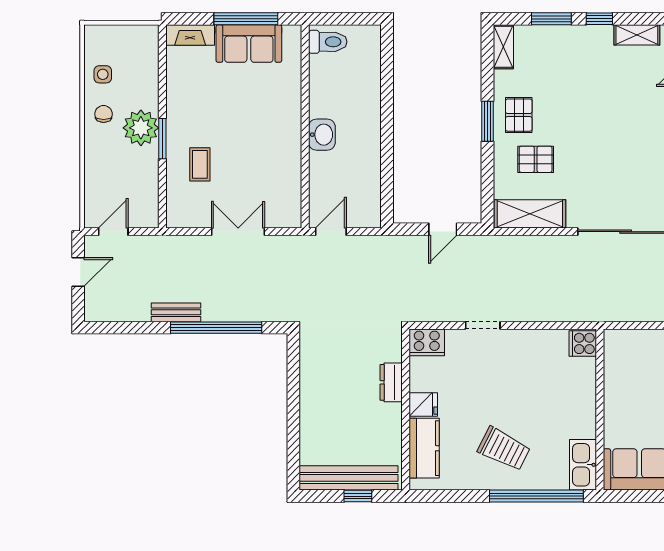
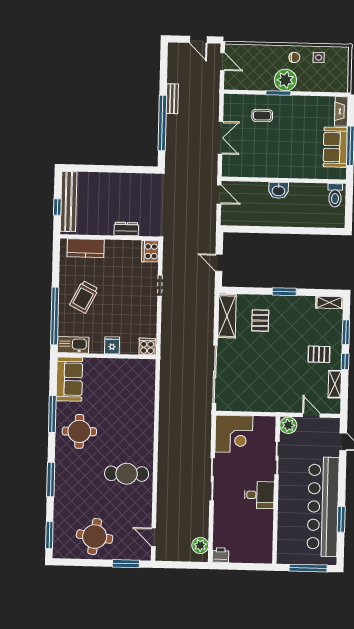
pallet: (519, 115) -> (319, 354), moved
fridge: (423, 404) -> (112, 345), moved, turned 180

